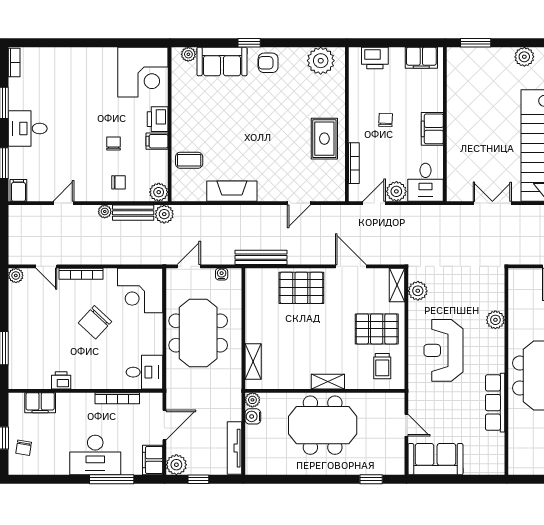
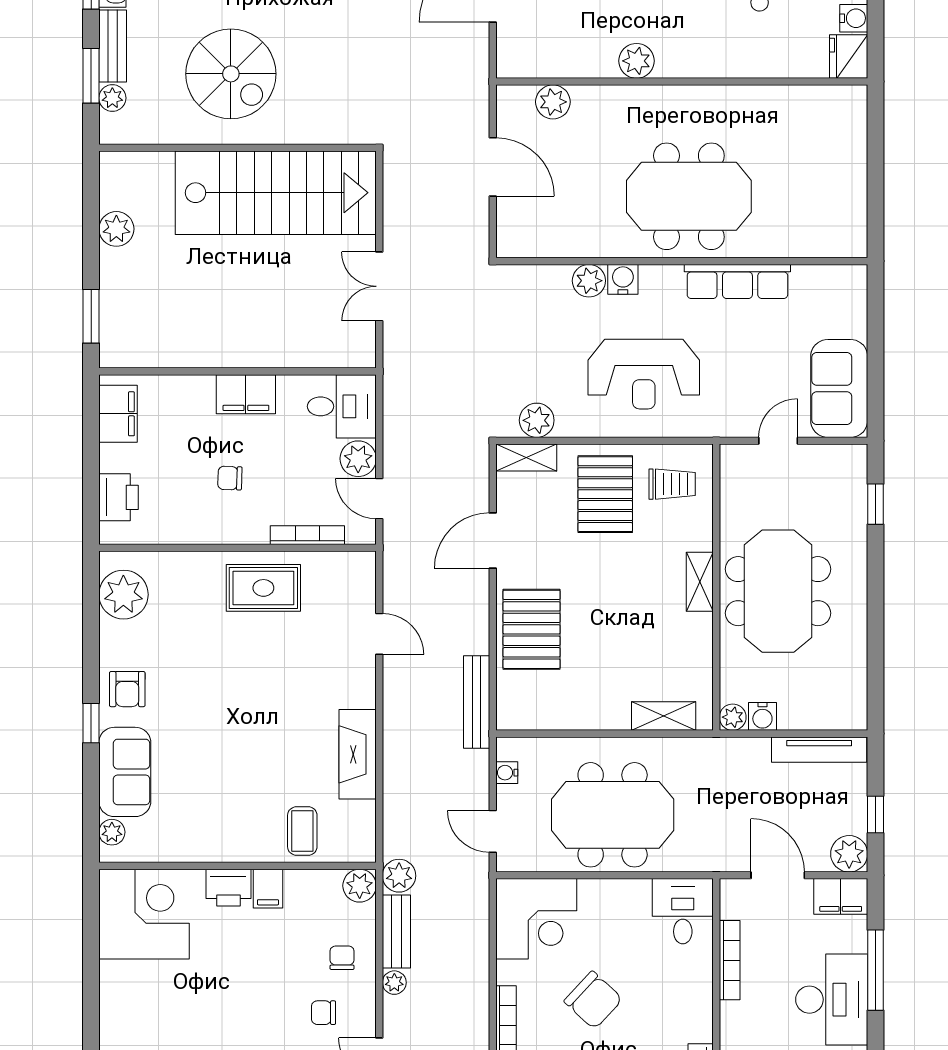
chair: (113, 144) -> (323, 1013), moved
water cooler: (496, 339) -> (623, 279), added

